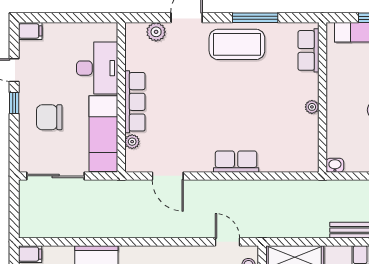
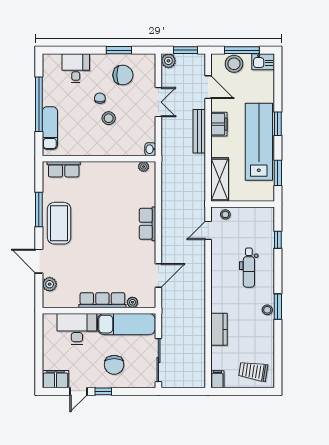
filing cabinet: (30, 31) -> (55, 379), width x2.00
plant: (312, 107) -> (144, 167), moved

